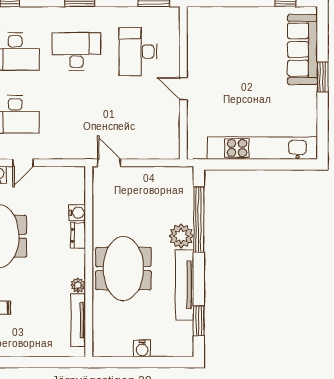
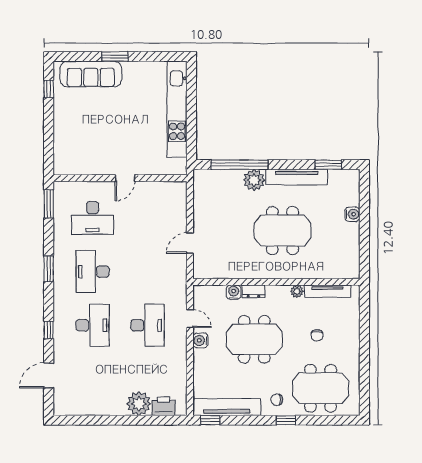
water cooler: (77, 213) -> (234, 292), moved
dresser: (78, 235) -> (253, 291), moved
wall: (89, 262) -> (276, 282), moved
plant: (78, 285) -> (297, 291), moved
tv unit: (78, 320) -> (328, 291), moved

